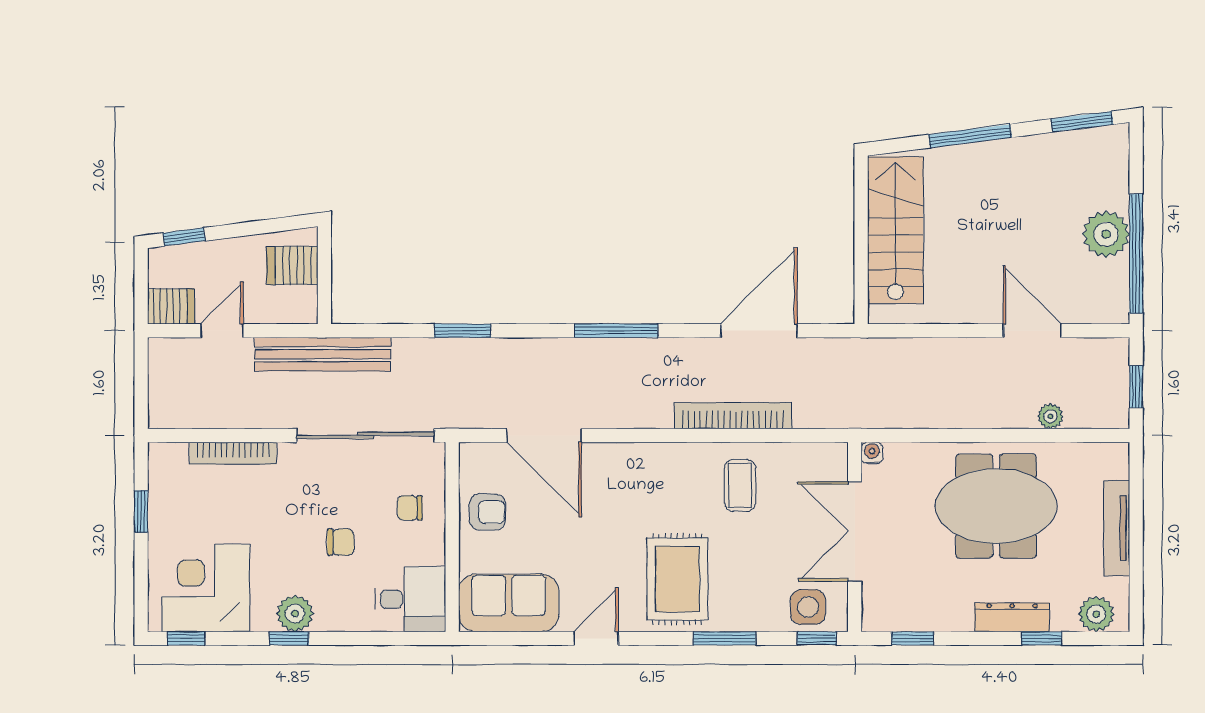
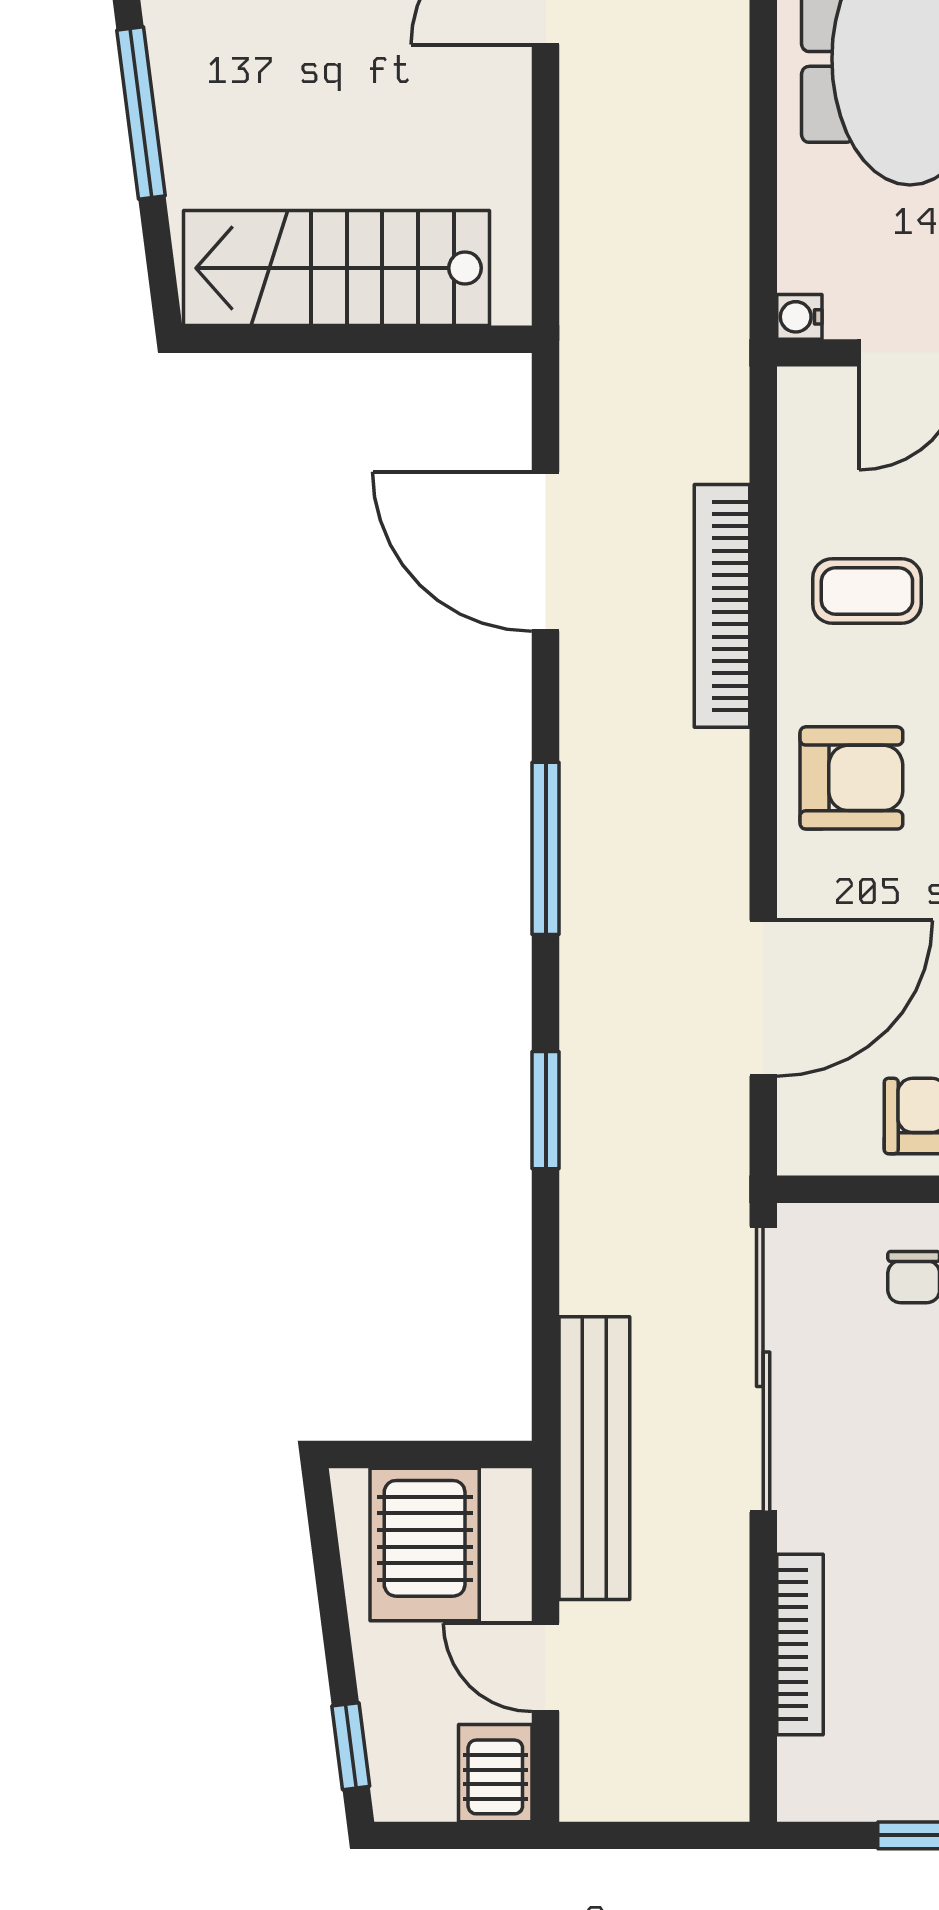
server rack: (292, 265) -> (425, 1544), width x1.36, depth x1.44
window: (463, 331) -> (546, 1110), moved
armchair: (650, 478) -> (851, 778), added

